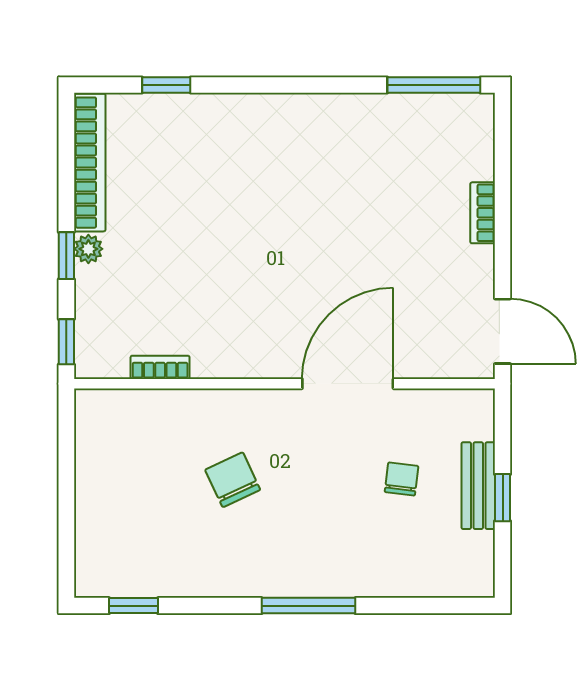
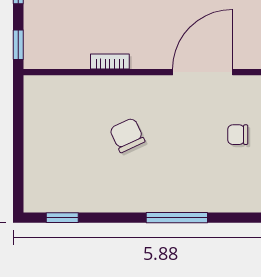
bookcase: (160, 367) -> (110, 62), moved
chair: (402, 479) -> (238, 135), turned -97

